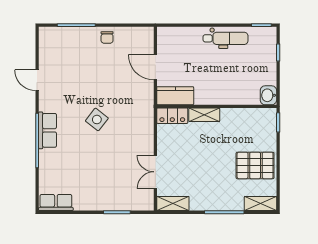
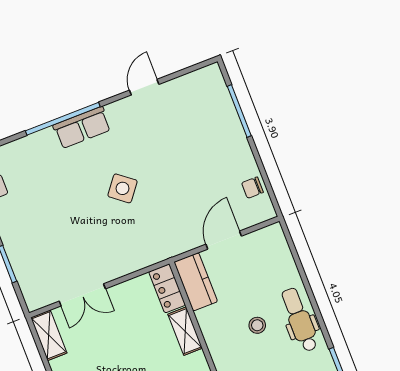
chair: (107, 37) -> (252, 188), moved
dental chair: (226, 38) -> (300, 320), turned 180
stool: (218, 67) -> (257, 325), added
double door: (155, 172) -> (82, 295), swing flipped

